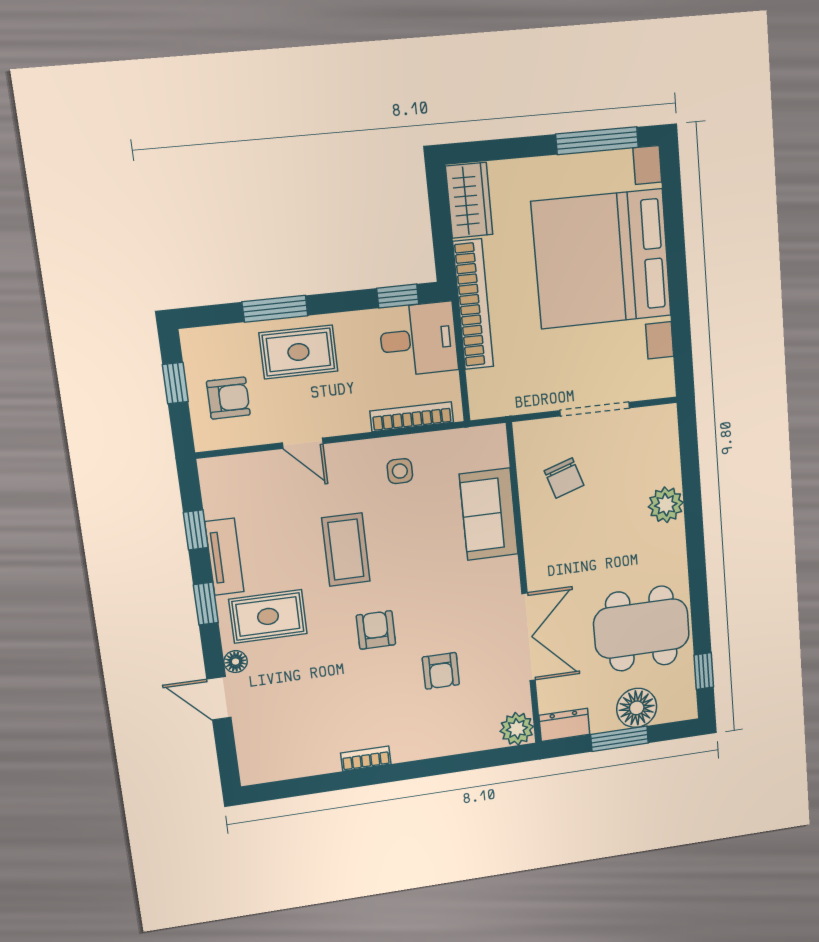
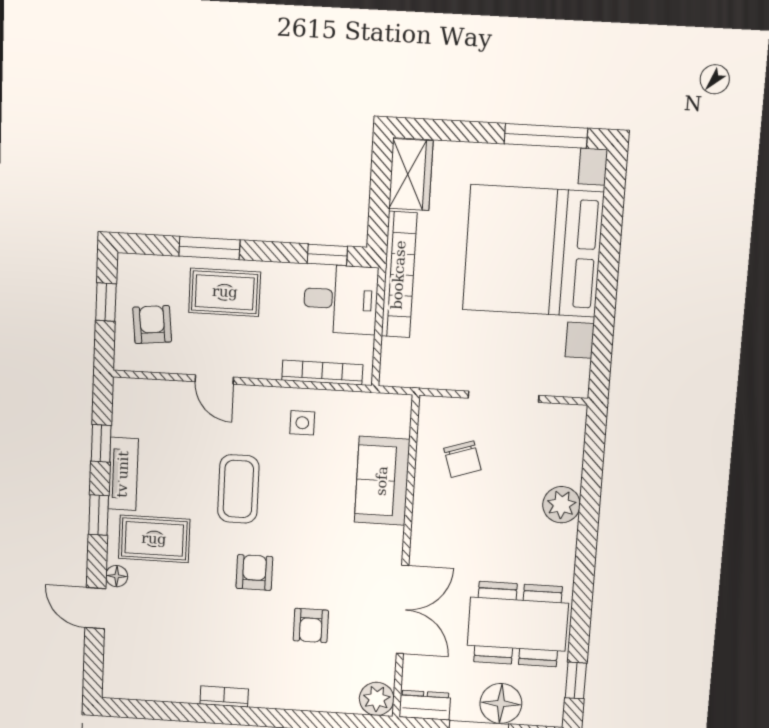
armchair: (228, 398) -> (152, 325), turned -96

